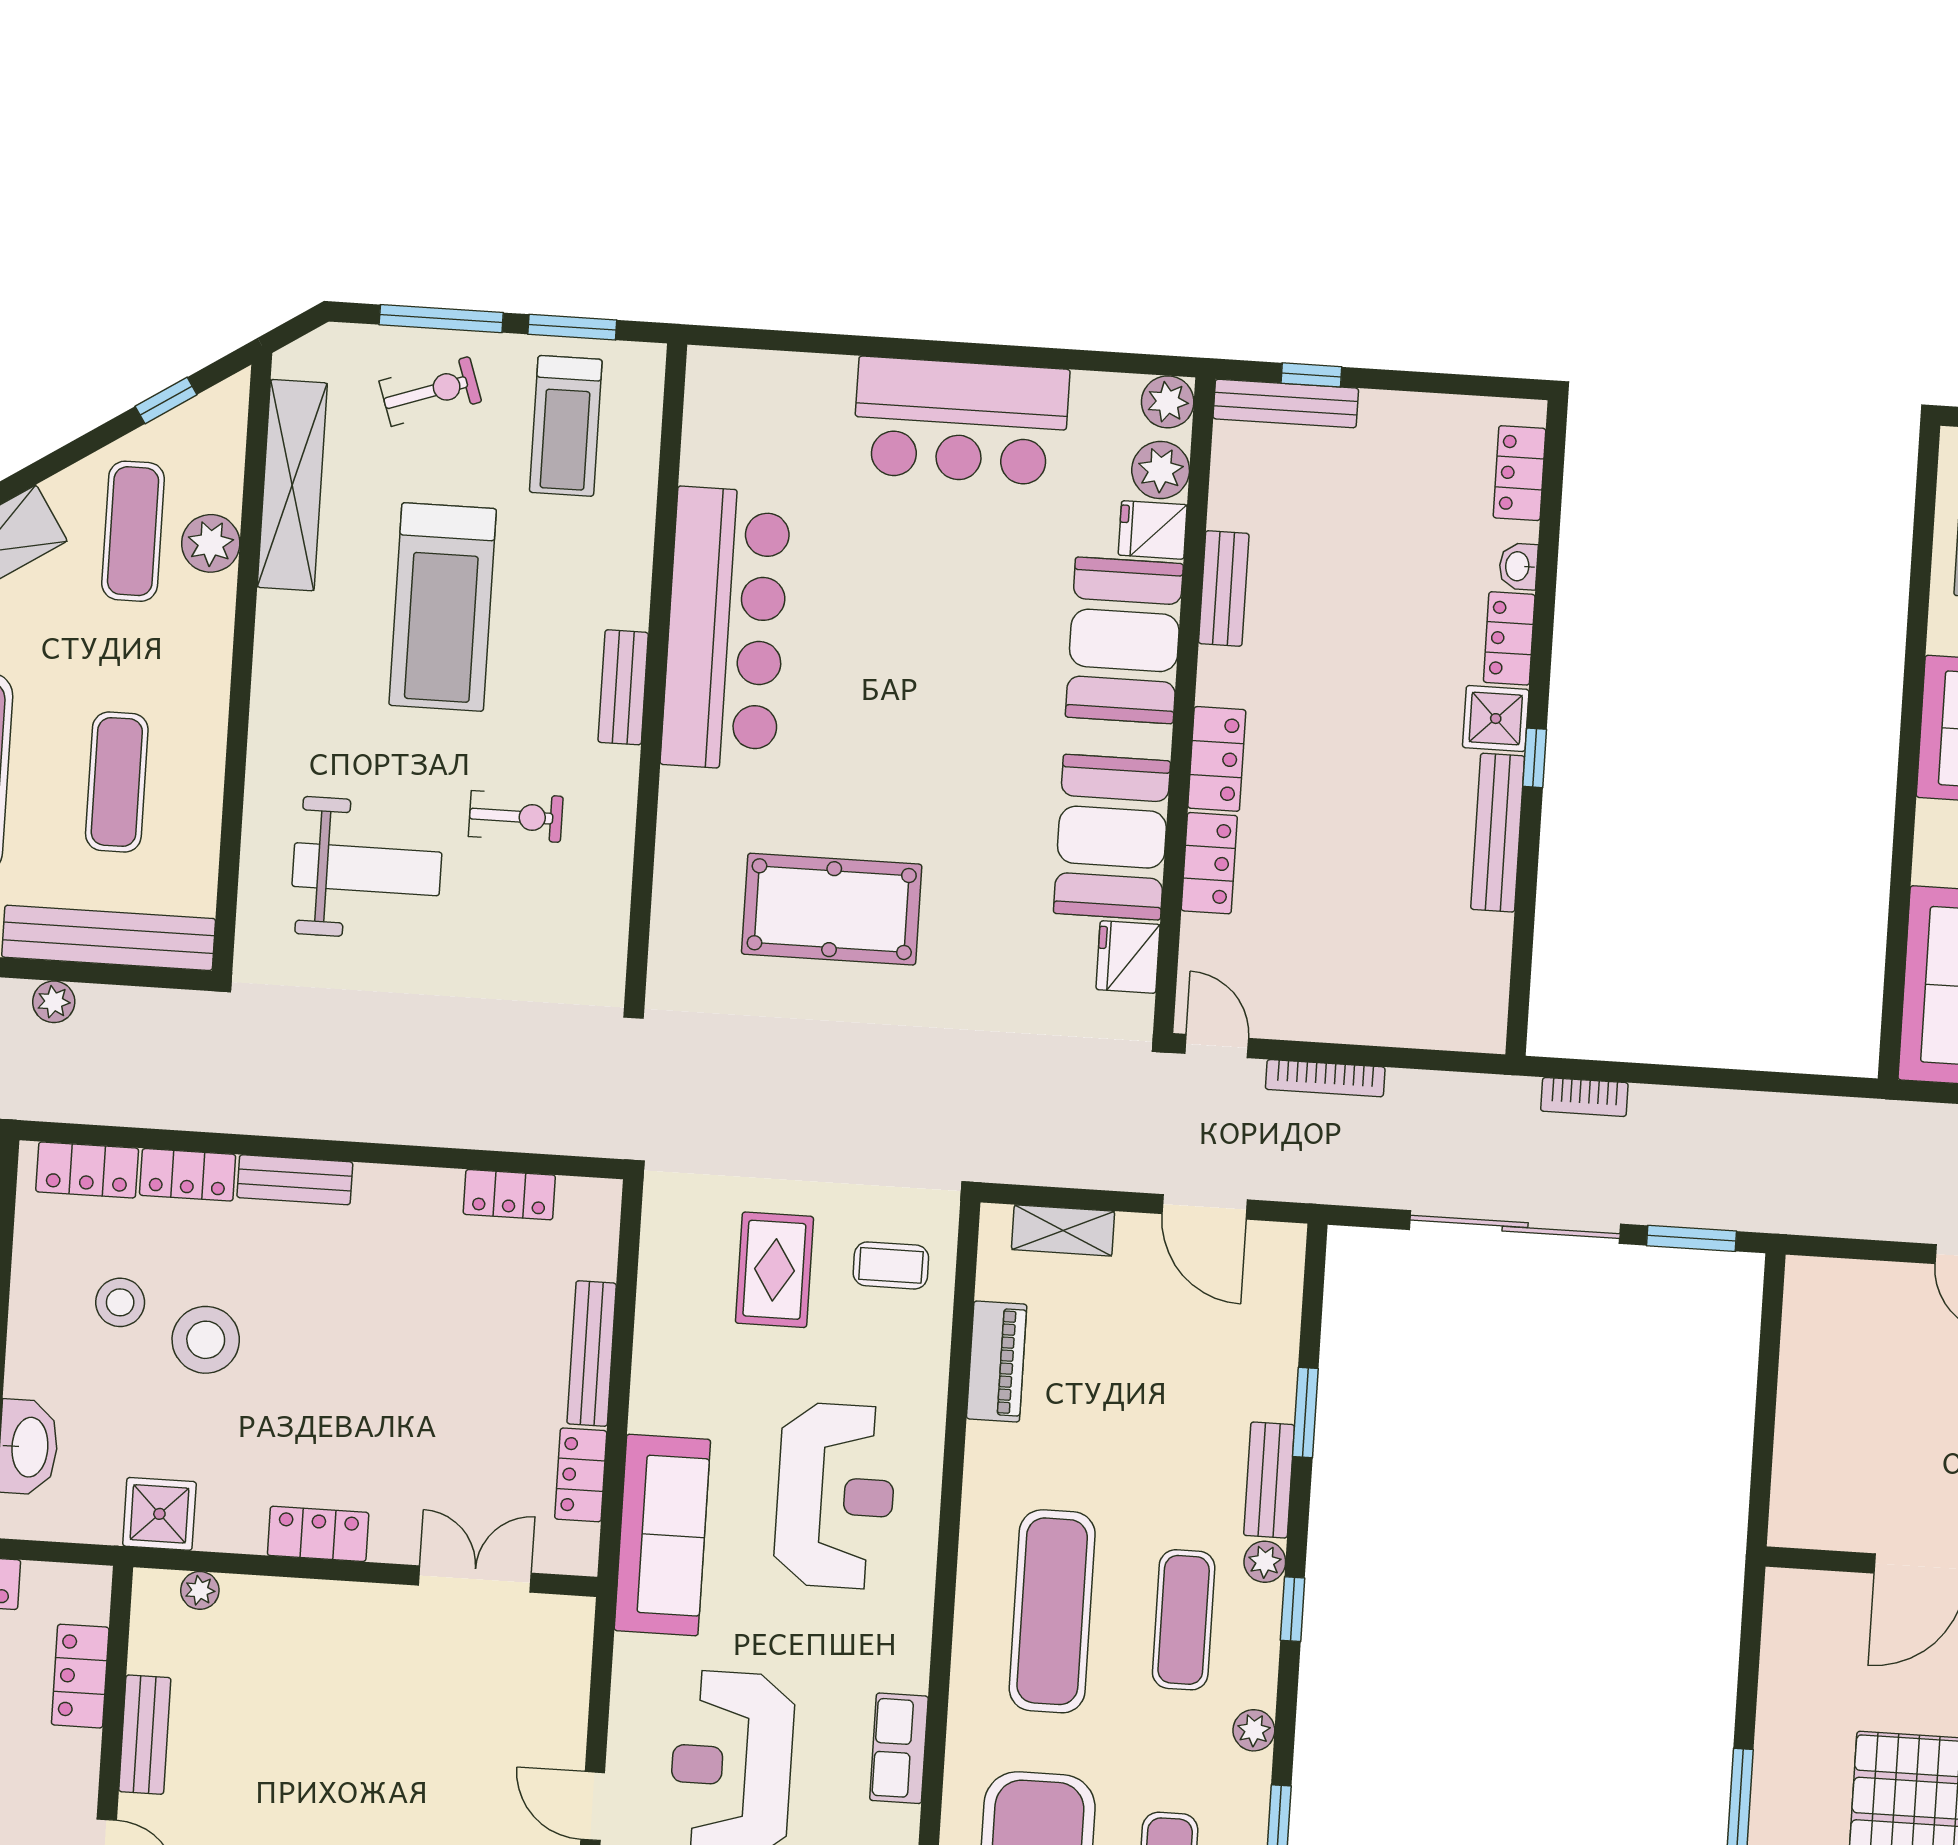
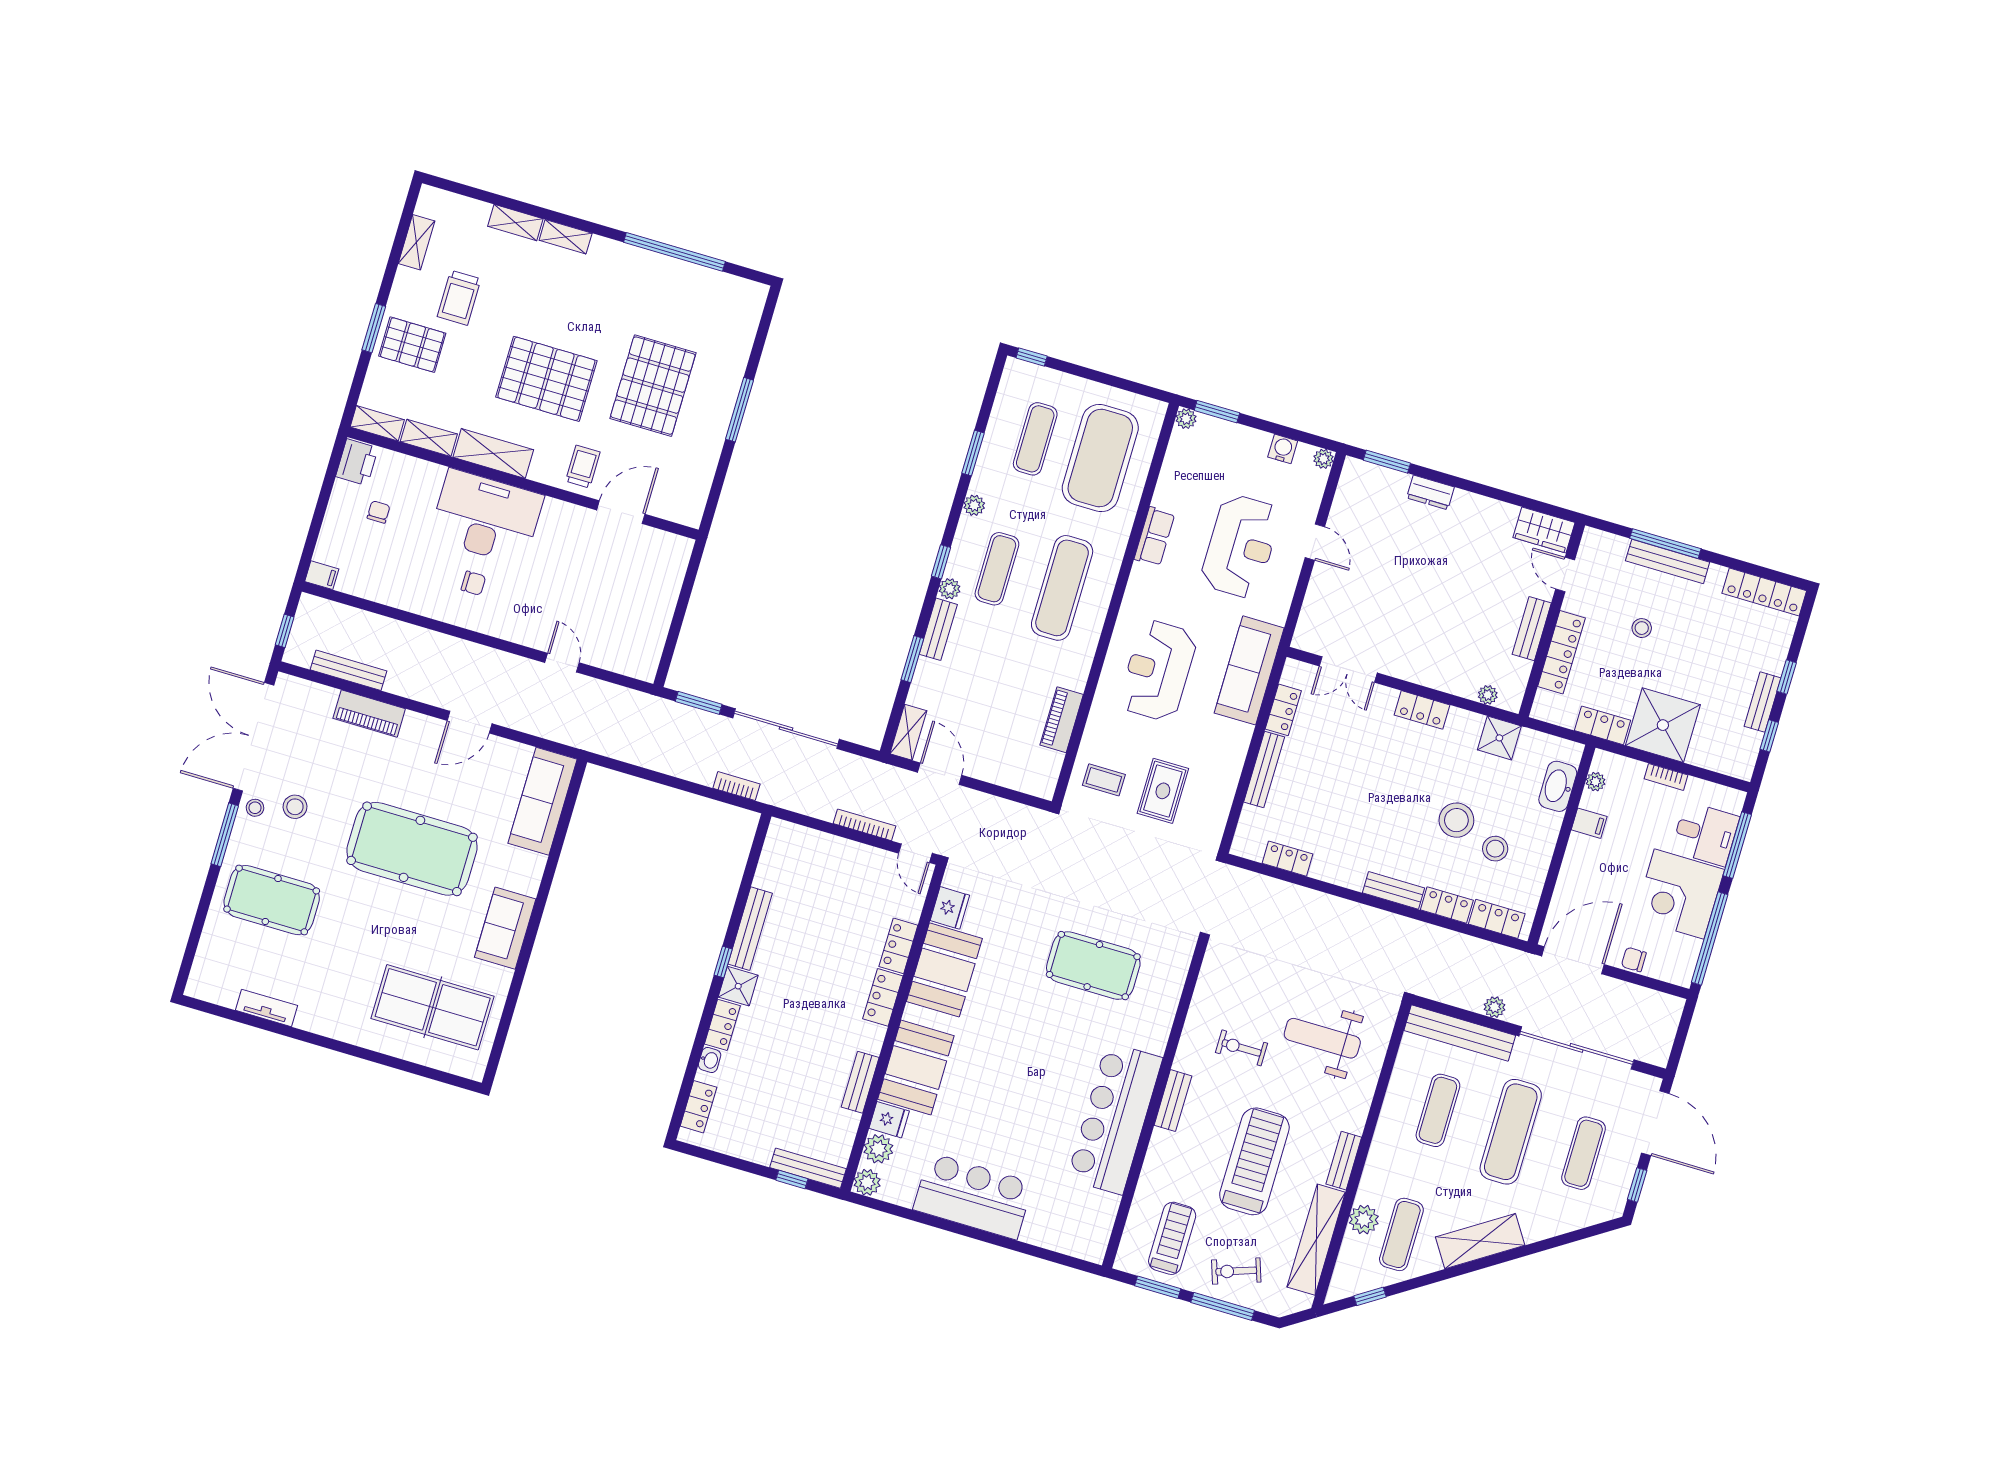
bench: (274, 646) -> (1344, 1161), added
shelving: (1063, 1230) -> (908, 732), moved, turned 90
locker: (80, 1676) -> (1561, 652), width x1.53

